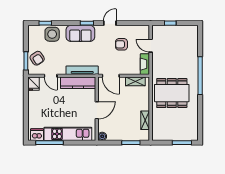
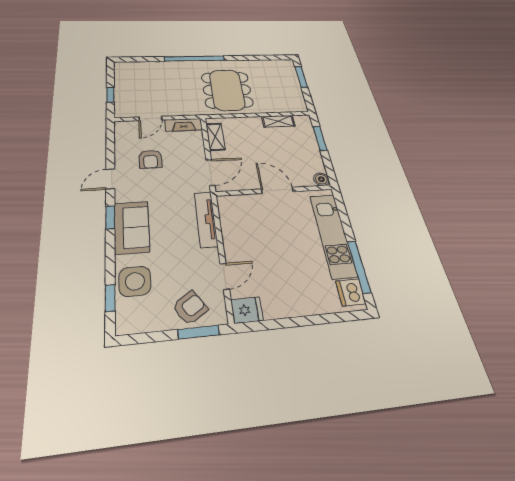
door: (110, 23) -> (110, 179), hinge flipped
kitchen counter: (78, 83) -> (232, 225), removed

